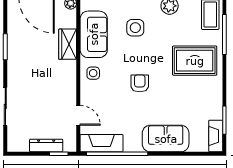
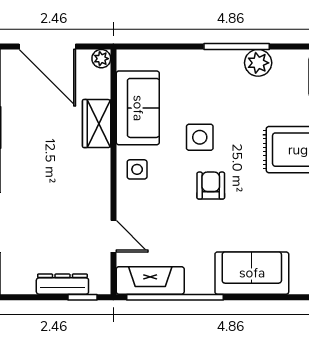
side table: (135, 28) -> (200, 137), moved

